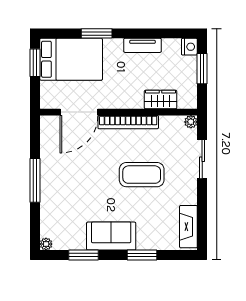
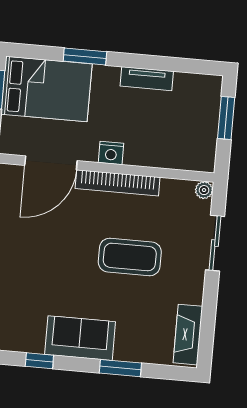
nightstand: (189, 47) -> (111, 153), moved, turned 90
wardrobe: (161, 100) -> (165, 156), removed
window: (83, 255) -> (39, 361), width x0.67

